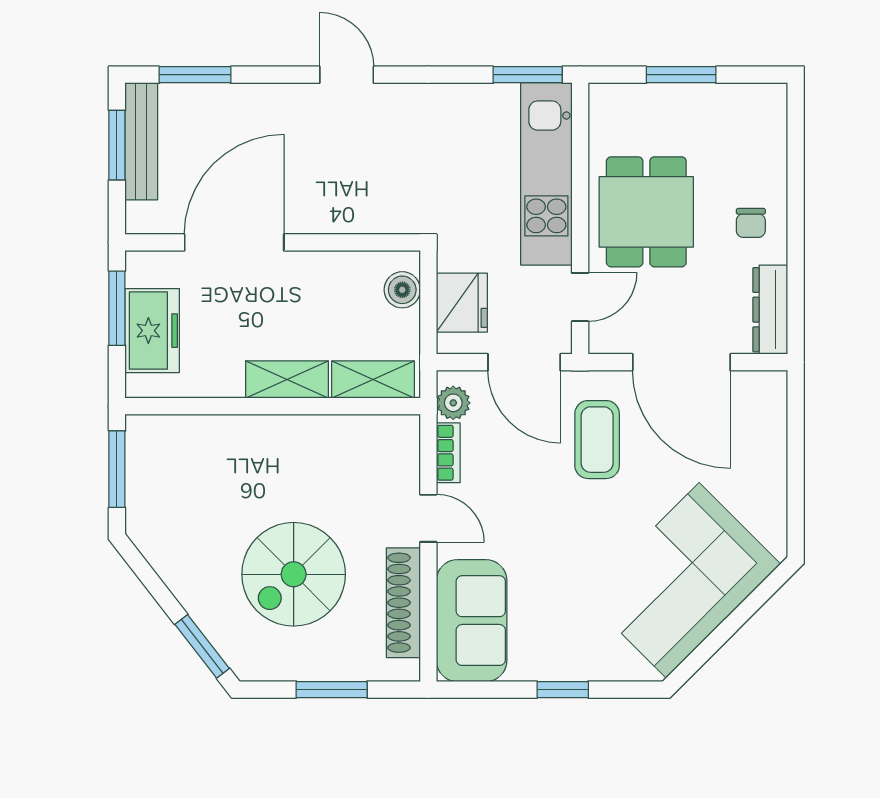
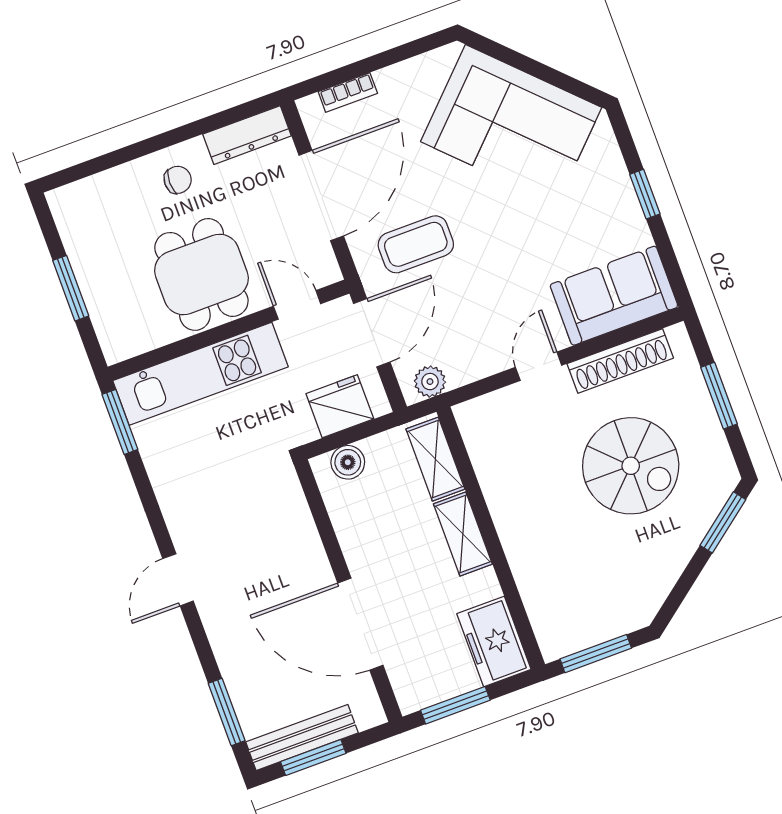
dining table: (646, 212) -> (201, 274), turned 90
freezer: (152, 331) -> (494, 642), moved, turned -90
bookcase: (448, 453) -> (348, 92), moved, turned 180

